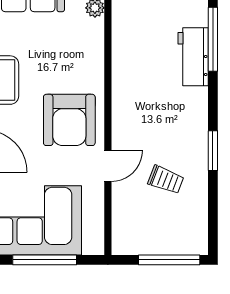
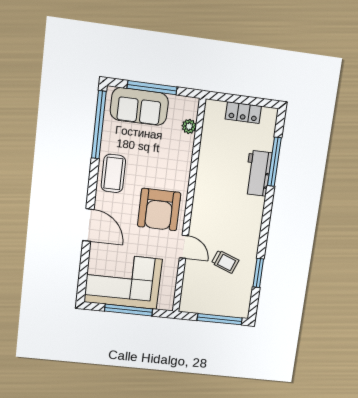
window: (213, 151) -> (258, 273), moved
door: (108, 166) -> (184, 247), hinge flipped

